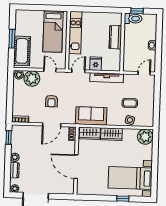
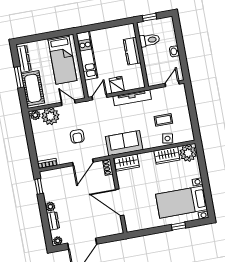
toilet: (133, 19) -> (149, 40), moved
dresser: (20, 23) -> (24, 59), added
wardrobe: (111, 134) -> (167, 155), moved

